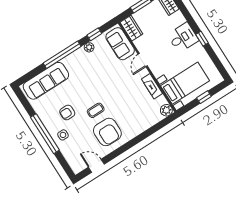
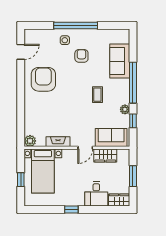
wardrobe: (131, 28) -> (105, 156), moved
desk: (183, 38) -> (96, 194), moved
door: (143, 60) -> (85, 148), swing flipped
sofa: (46, 81) -> (120, 61), width x0.73
coffee table: (96, 110) -> (97, 95), moved
armchair: (107, 132) -> (43, 79), turned 90

